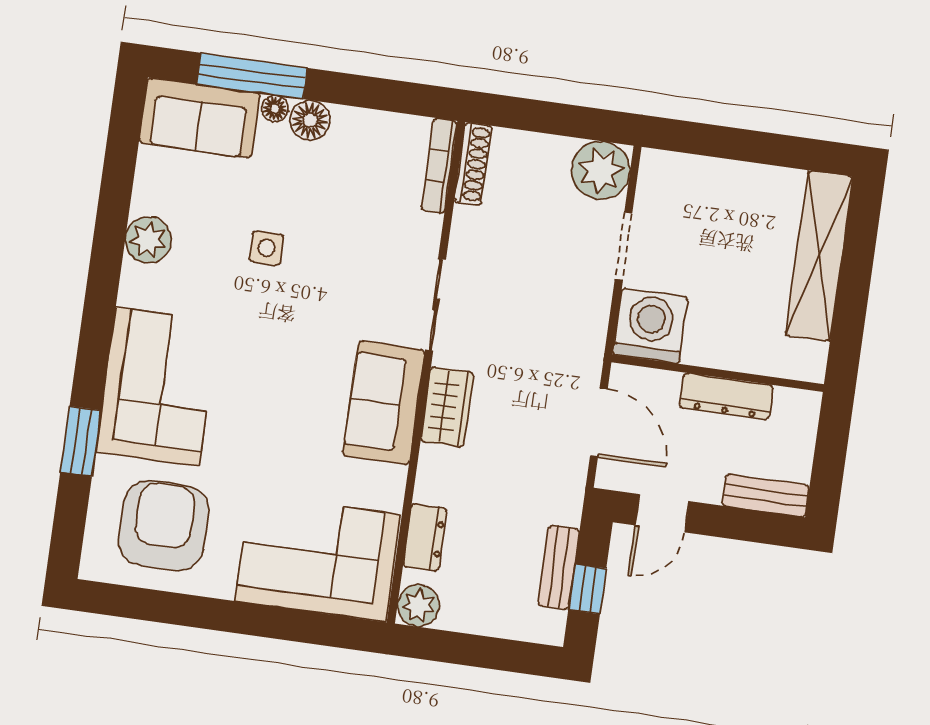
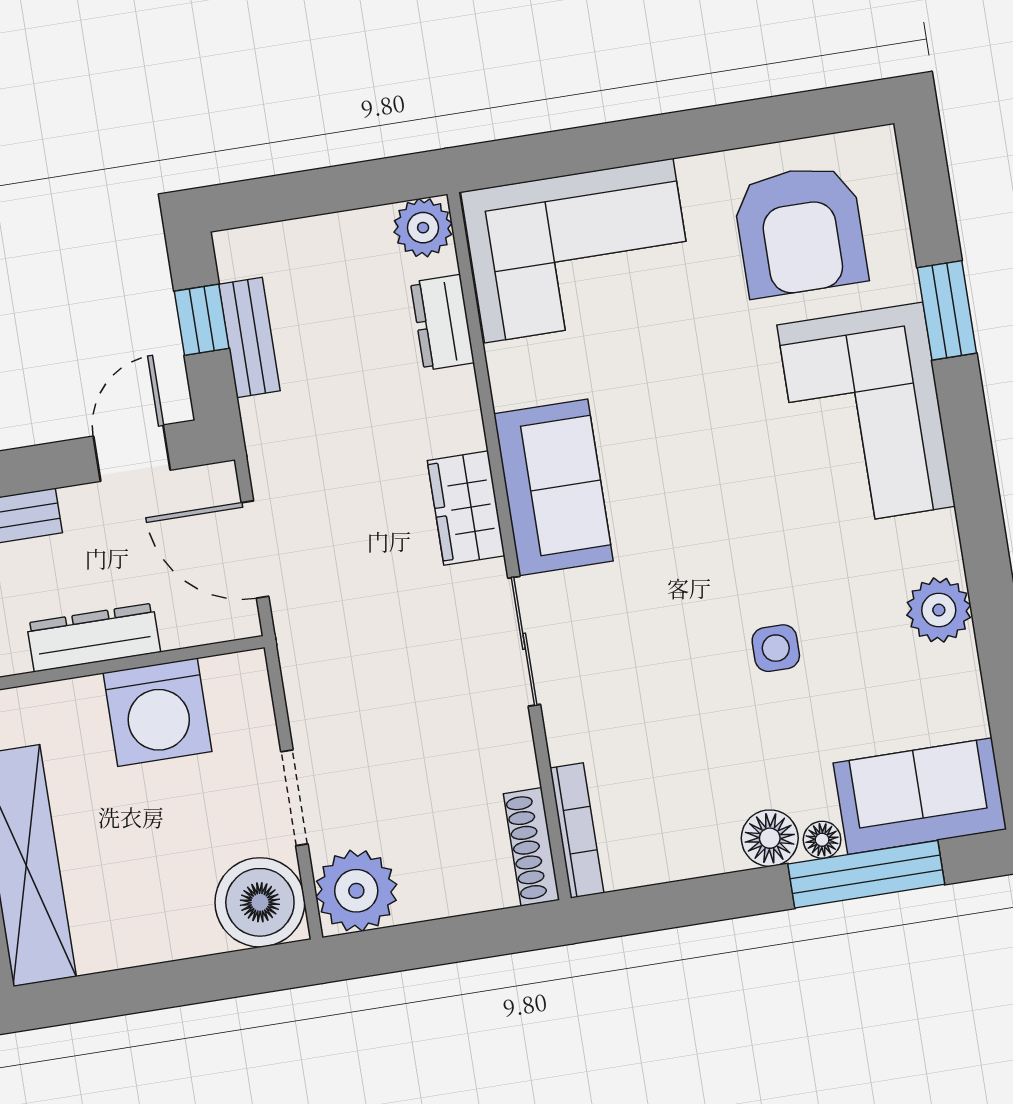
boiler: (669, 183) -> (260, 902), added
washing machine: (650, 326) -> (158, 712), moved

